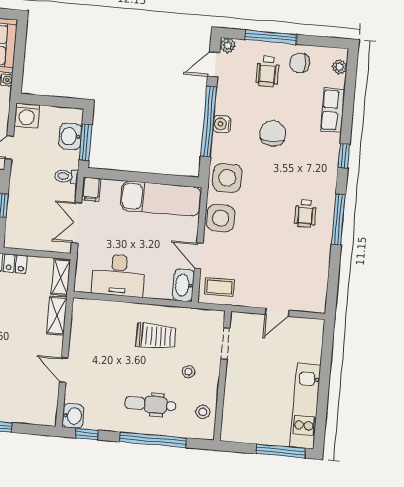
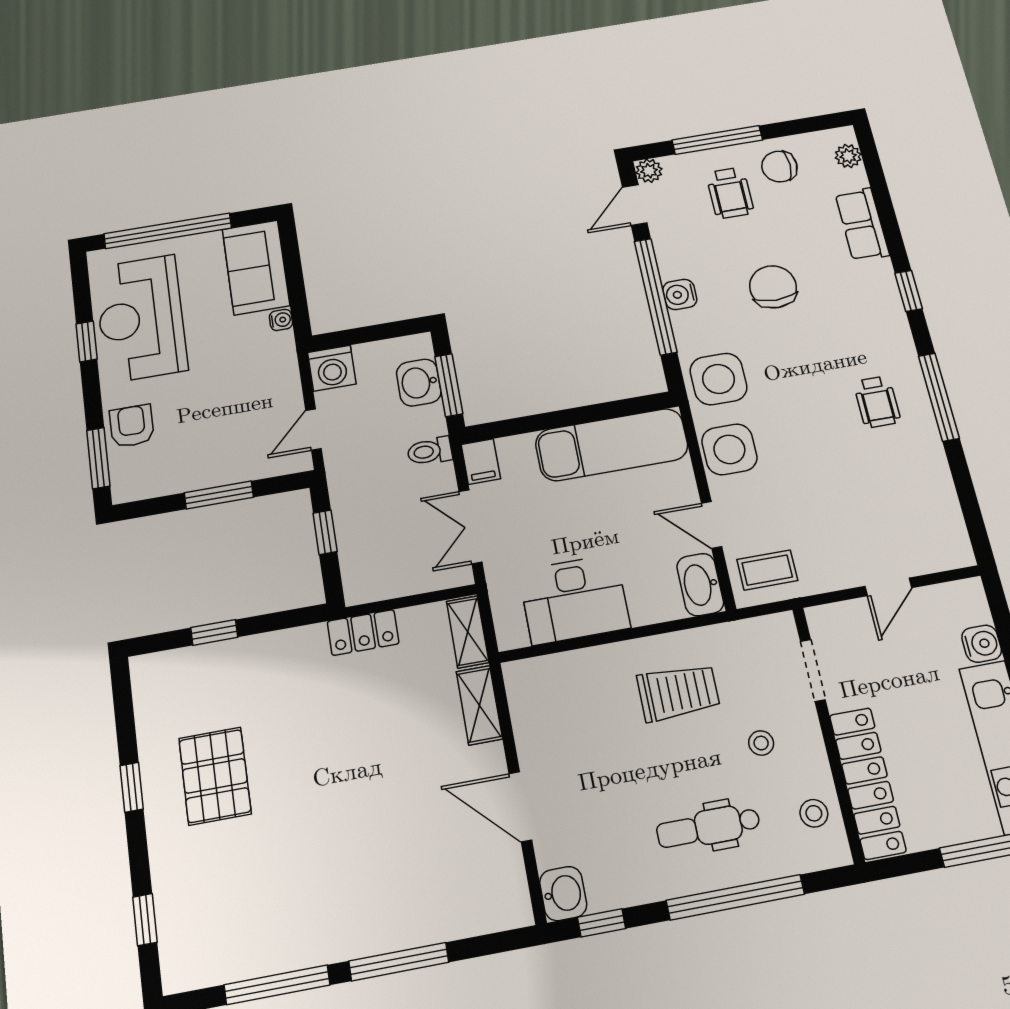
water cooler: (313, 353) -> (982, 644), added
door: (64, 370) -> (520, 807), width x1.37
locker: (233, 405) -> (867, 783), added

